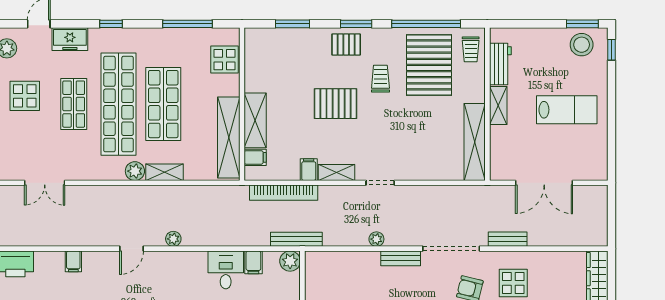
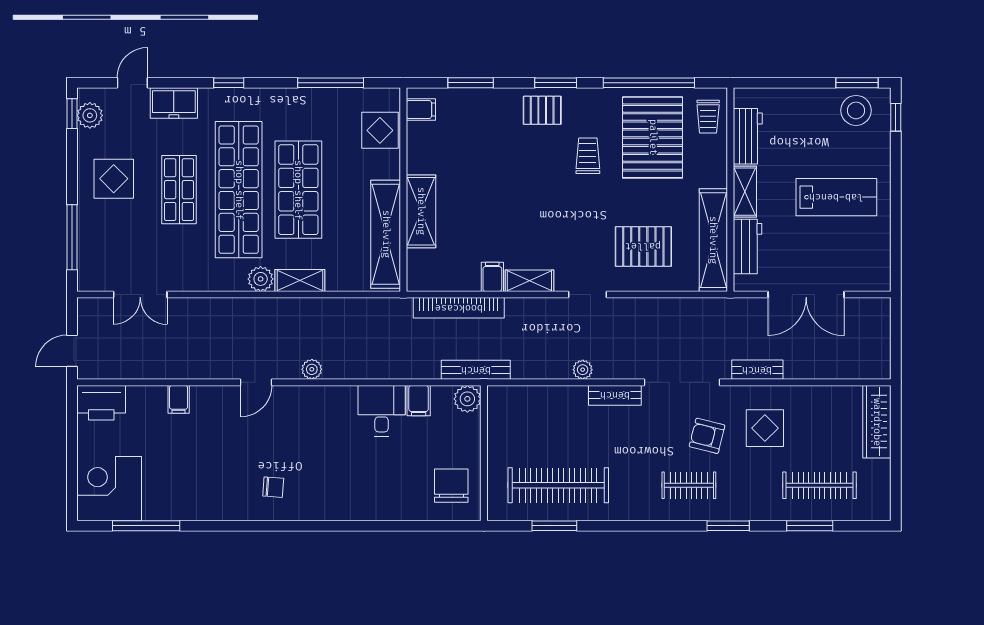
pallet: (336, 104) -> (643, 246), moved
workbench: (500, 147) -> (747, 246), added
filing cabinet: (255, 157) -> (421, 109), moved

